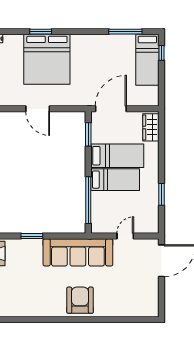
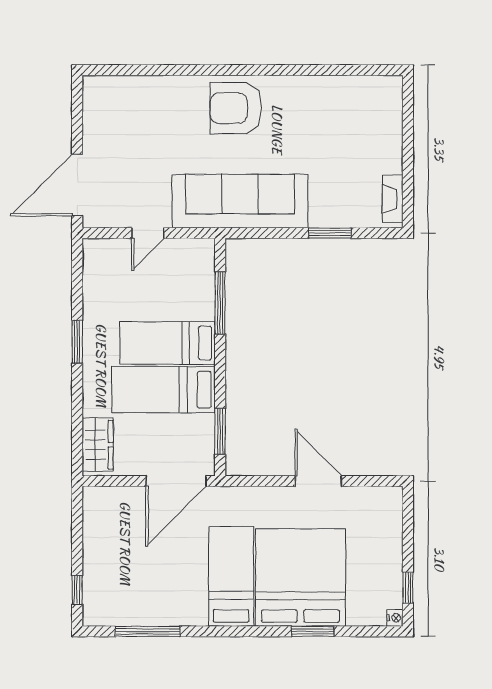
bed: (147, 60) -> (231, 576), moved
window: (161, 194) -> (77, 342), moved
window: (88, 200) -> (220, 303), width x0.68
armchair: (80, 300) -> (236, 108), turned 90

